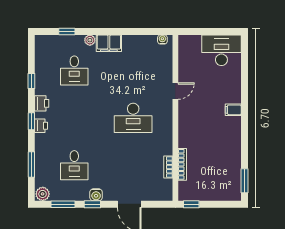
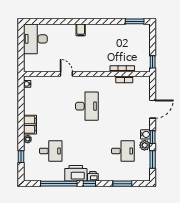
window: (31, 81) -> (59, 184), width x3.17
printer: (42, 103) -> (76, 173), width x1.87, depth x1.48
plant: (43, 194) -> (145, 145), moved

